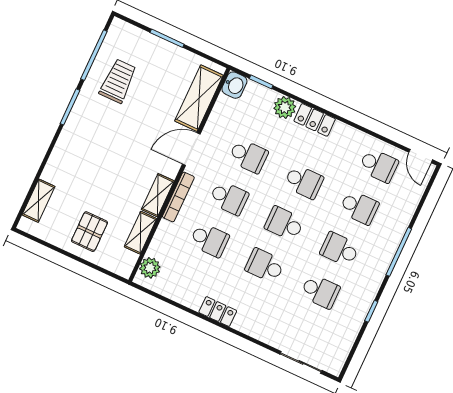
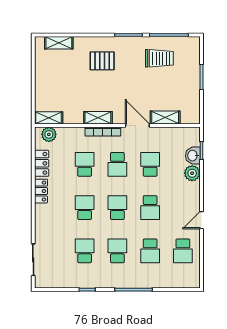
washbasin: (234, 85) -> (193, 156), moved, turned 90
shelving: (199, 98) -> (165, 118), width x0.67, depth x0.75
locker: (315, 120) -> (42, 163), moved, turned 180
school desk: (248, 156) -> (150, 164), turned 180
door: (421, 156) -> (201, 220), moved
pallet: (89, 232) -> (102, 61), moved
shelving: (140, 233) -> (49, 118), moved
school desk: (209, 240) -> (85, 164), turned 180
school desk: (320, 291) -> (85, 251), turned 180

